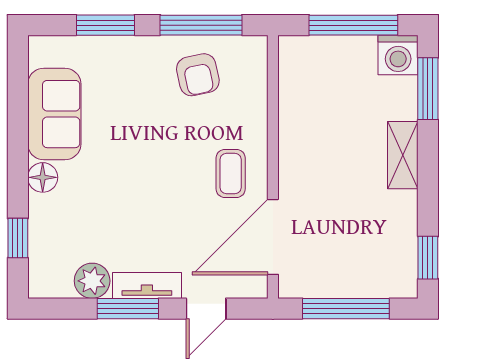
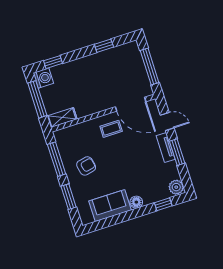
armchair: (198, 75) -> (86, 166), moved
window: (428, 89) -> (53, 62), width x0.67
shelving: (403, 155) -> (62, 118), moved
window: (428, 258) -> (104, 46), moved
plant: (92, 281) -> (176, 187), moved

